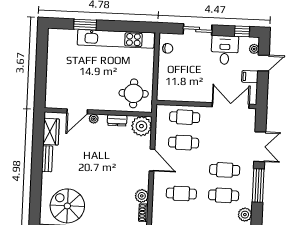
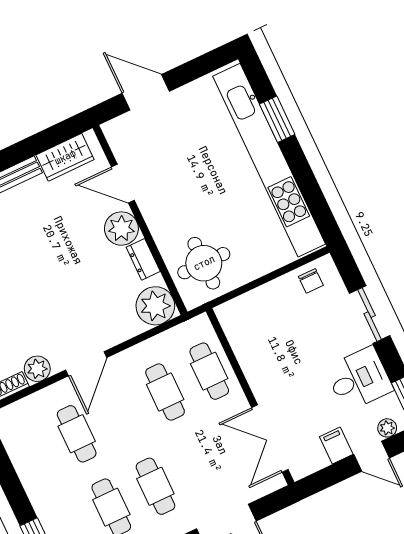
kitchen unit: (116, 39) -> (269, 160), width x1.36
door: (41, 79) -> (146, 92), added
double door: (231, 106) -> (270, 439), swing flipped
plant: (94, 119) -> (121, 229), width x1.88, depth x1.88
door: (152, 160) -> (86, 364), moved

